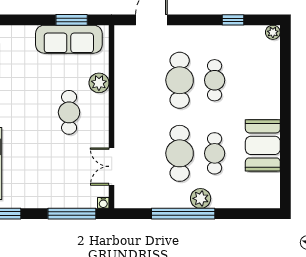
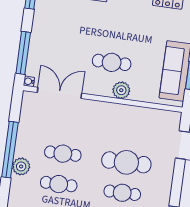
plant: (99, 83) -> (121, 90), moved
cafe table: (180, 153) -> (63, 154), width x0.73, depth x0.74
double door: (112, 166) -> (60, 93), width x1.37

